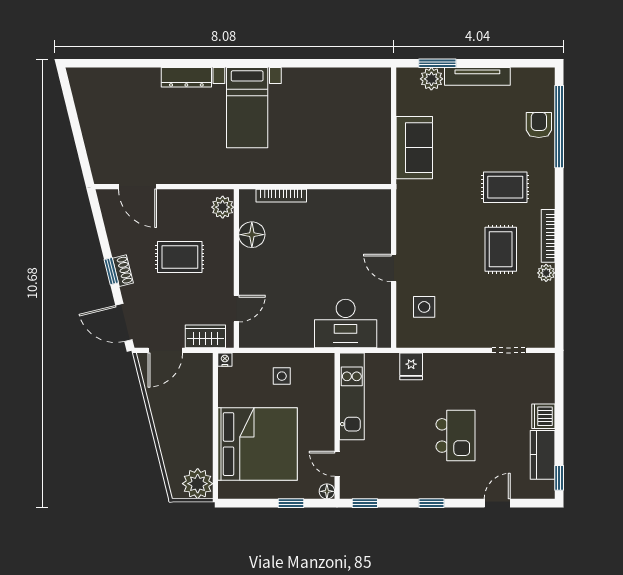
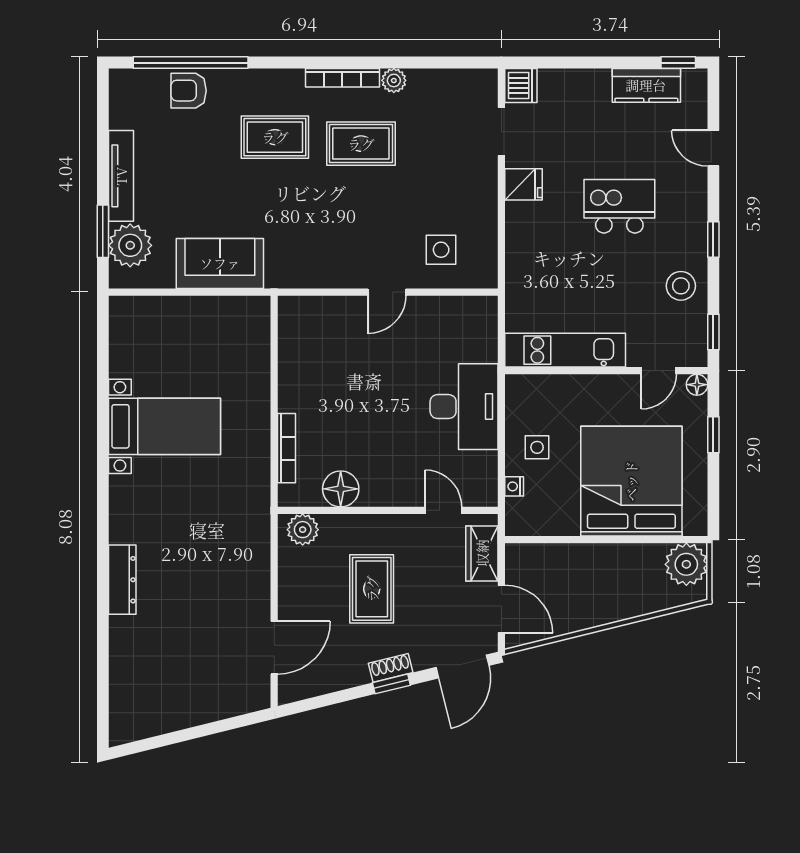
plant: (431, 79) -> (130, 245), width x1.36, depth x1.36
bed with nightstands: (247, 108) -> (165, 426), moved
rug: (505, 187) -> (275, 137), turned 90
desk: (346, 324) -> (464, 407), moved
nightstand: (225, 360) -> (514, 486), moved
fridge: (411, 366) -> (524, 184), moved
dishwasher: (543, 416) -> (521, 85), moved, turned -90
stool: (398, 480) -> (681, 286), added

